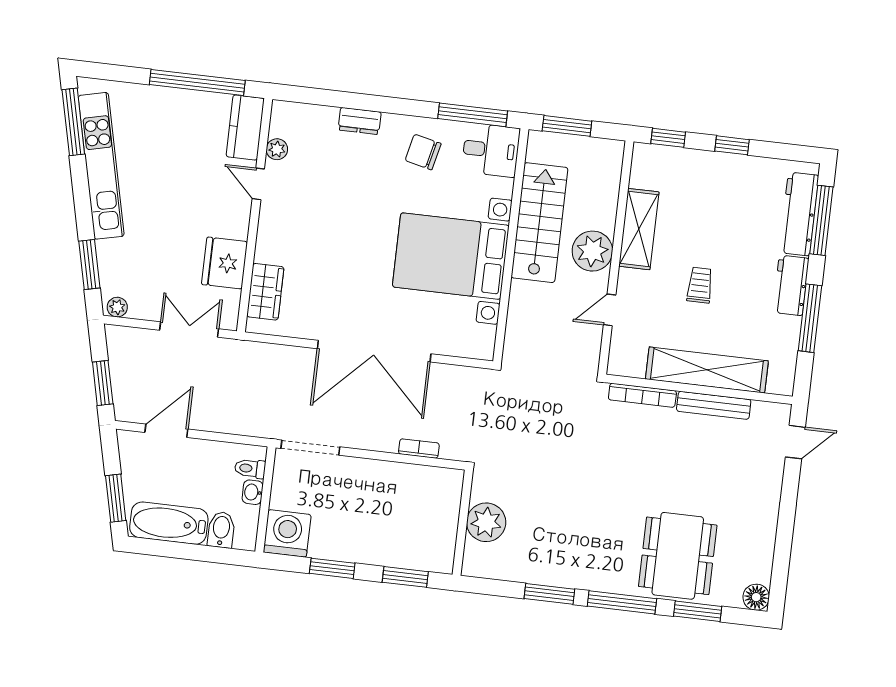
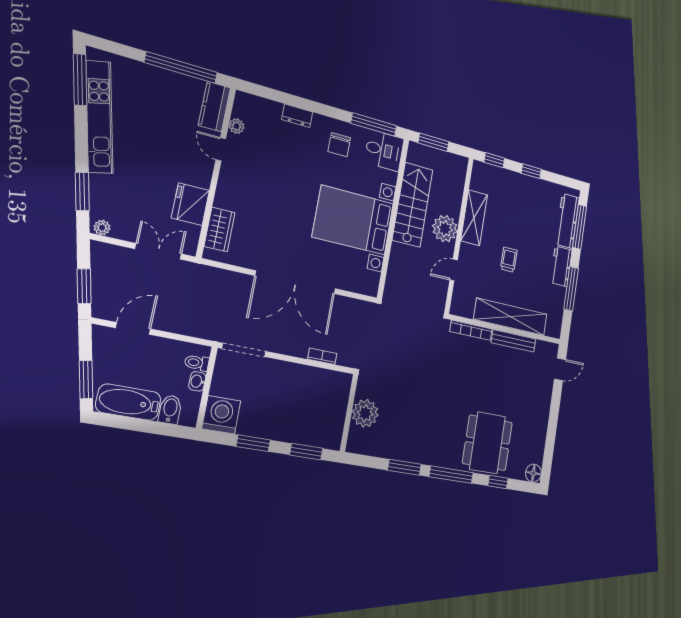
chair: (423, 152) -> (339, 145), turned -103
window: (698, 611) -> (498, 482), width x0.67

